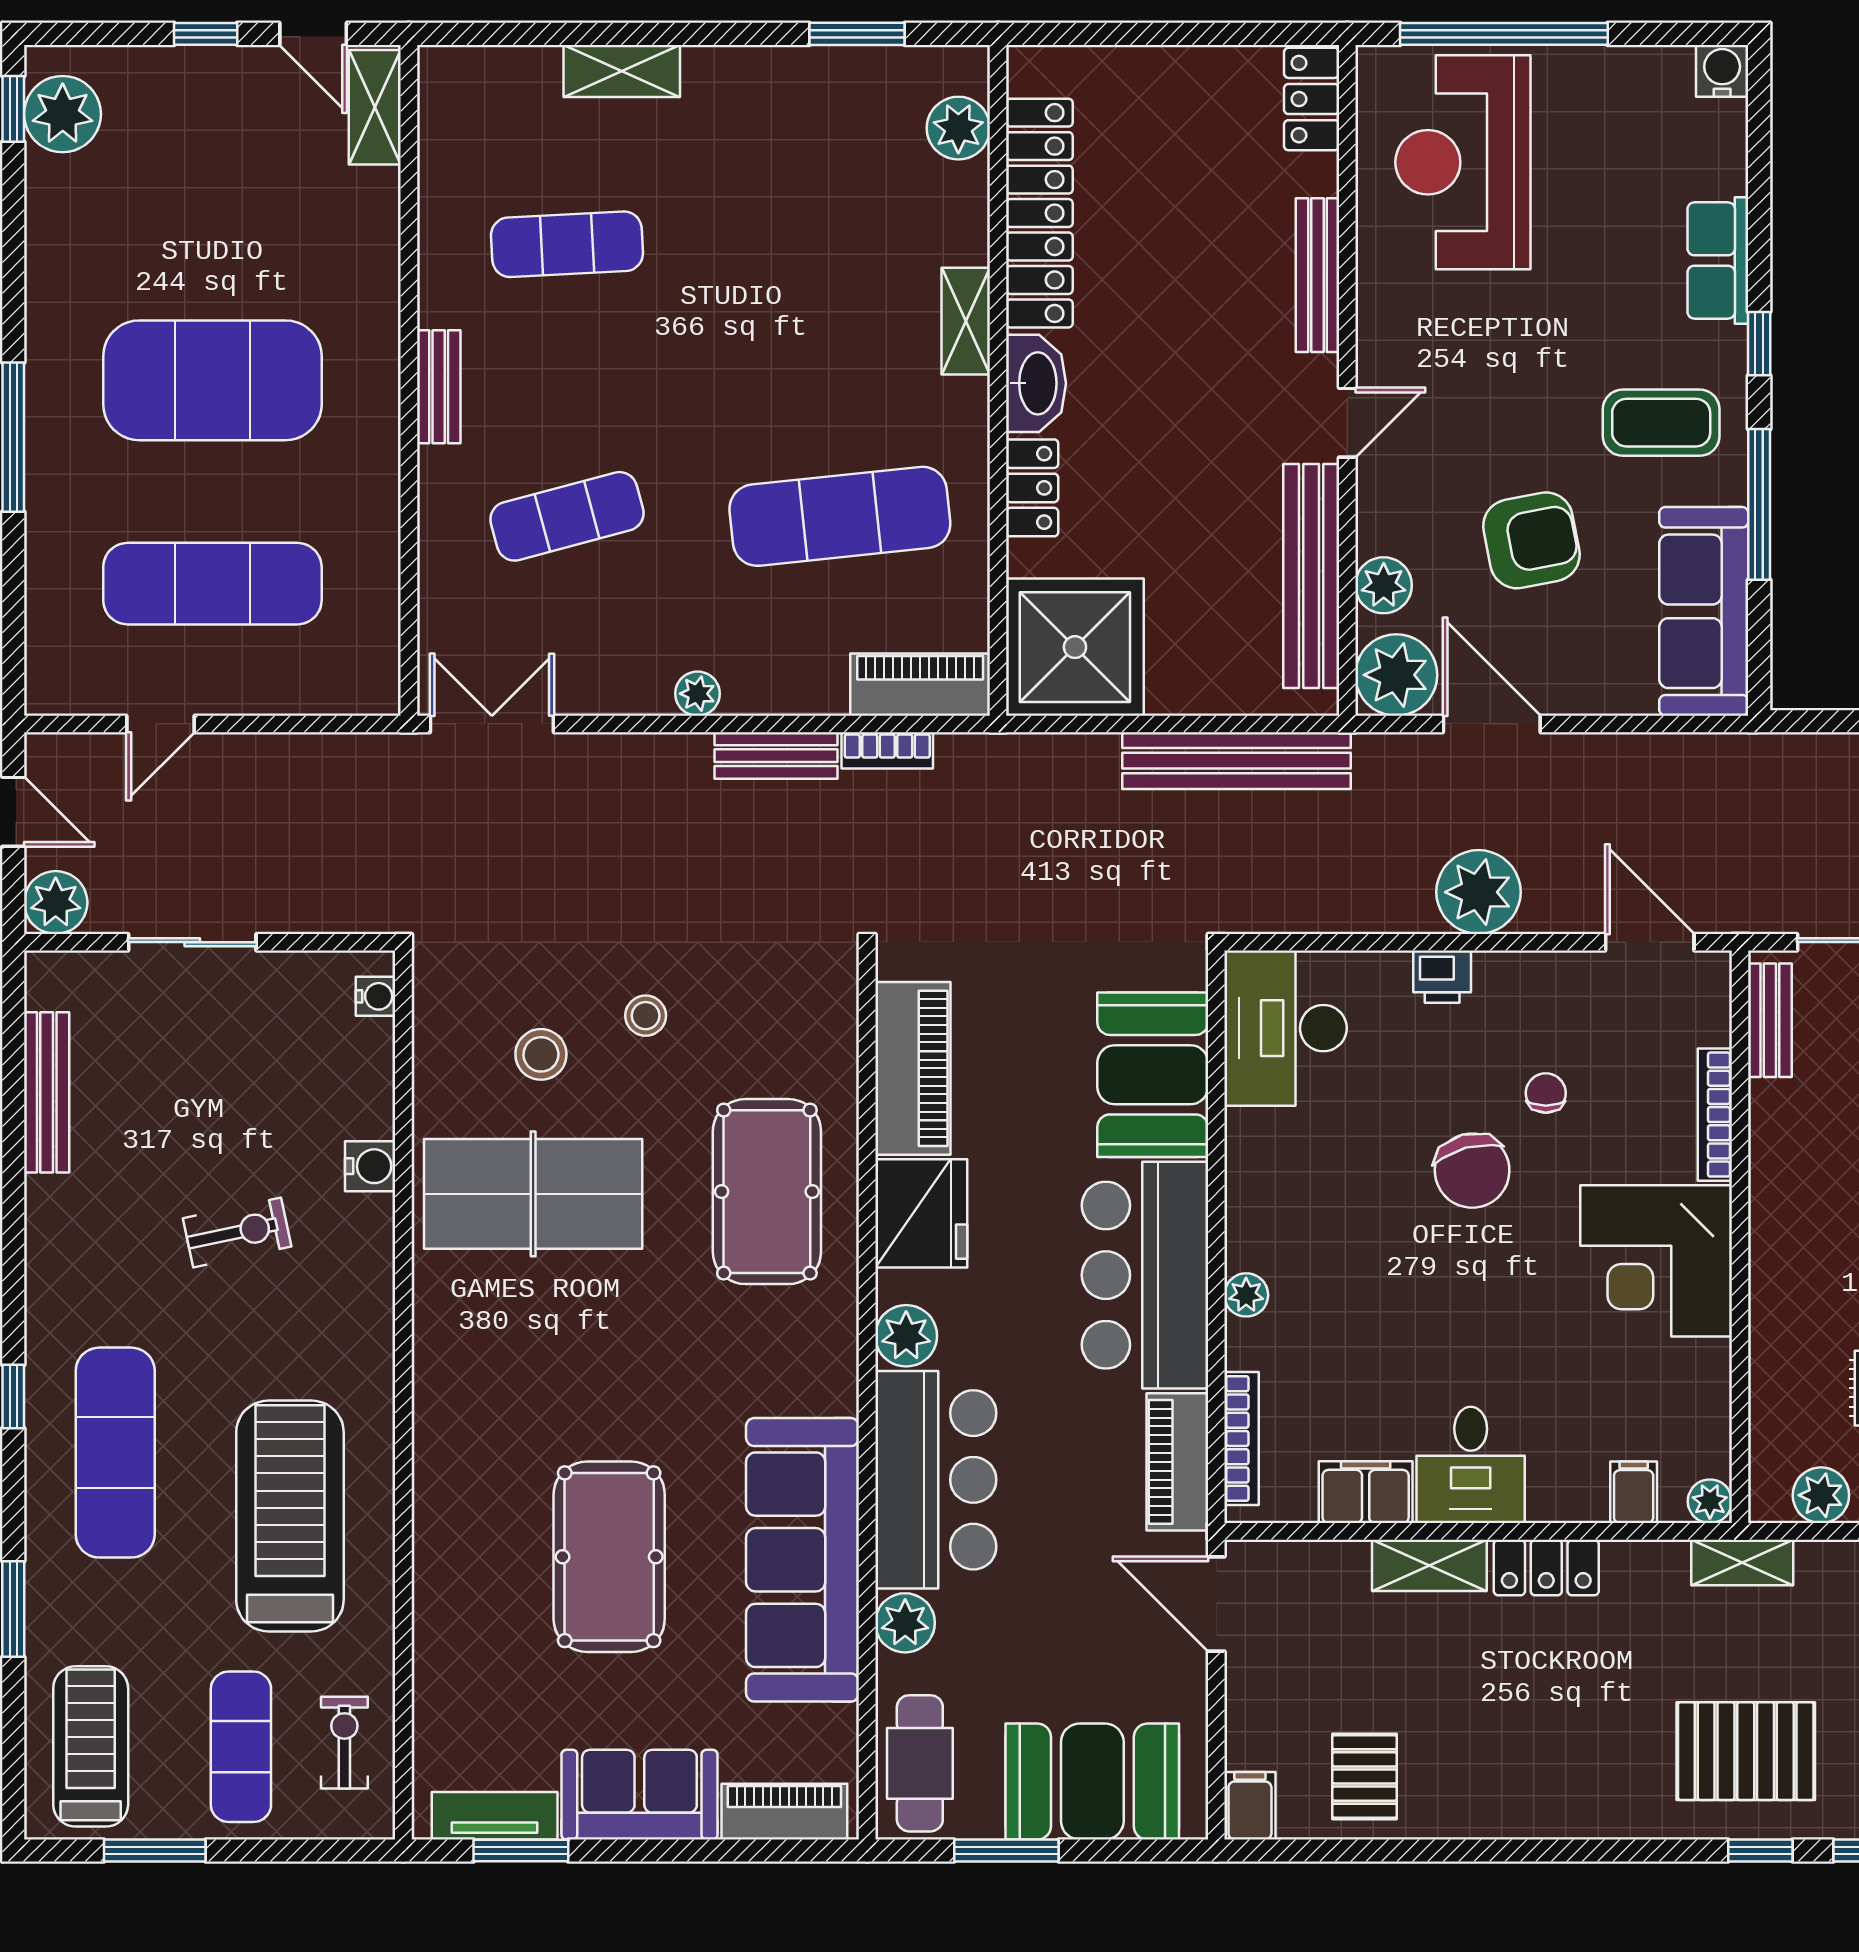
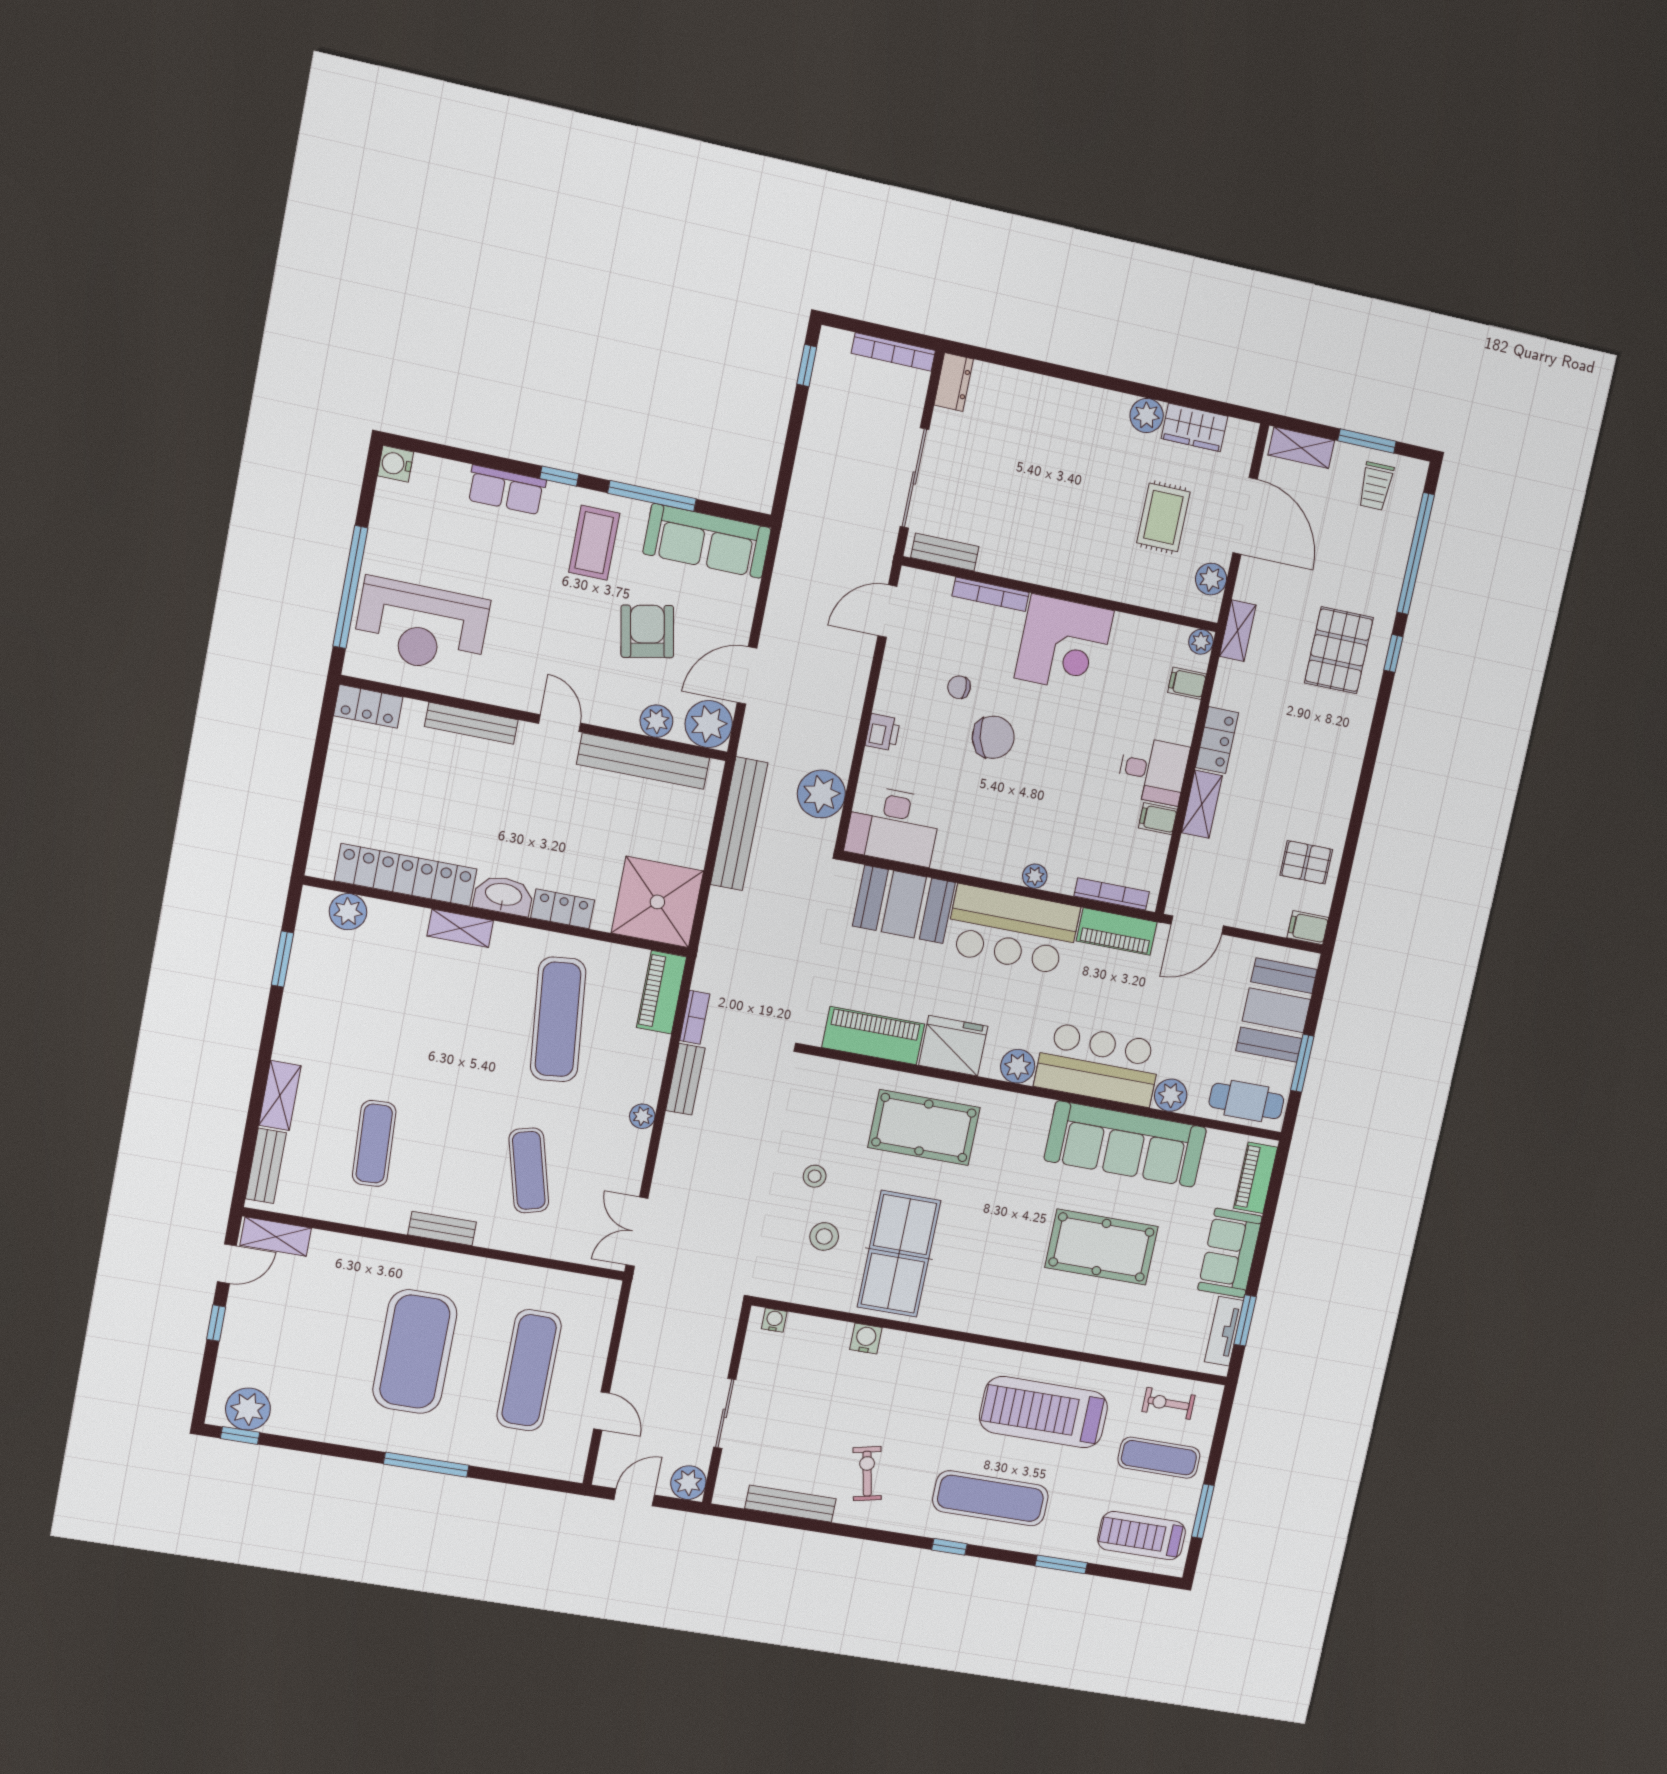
bench: (496, 69) -> (266, 1166), added
plant: (1478, 892) -> (821, 794), moved
exercise bike: (237, 1232) -> (867, 1474), moved
filing cabinet: (1366, 1492) -> (1158, 819), width x0.50

